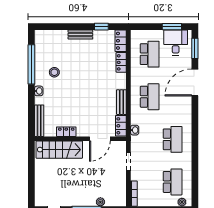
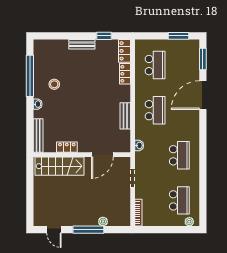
desk: (176, 43) -> (183, 53), removed
locker: (121, 126) -> (125, 141), removed

